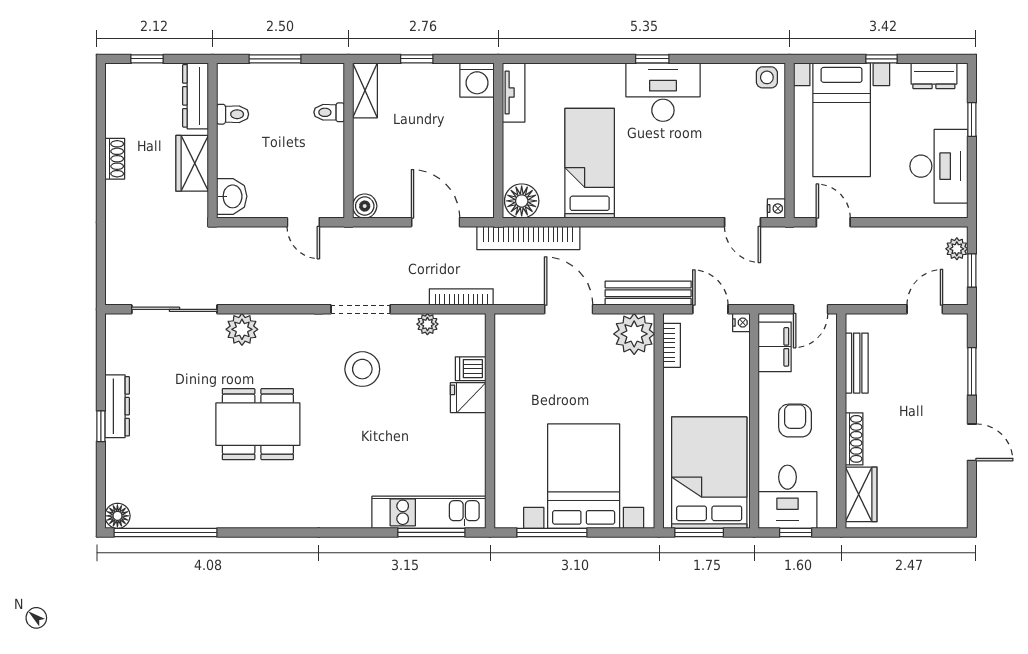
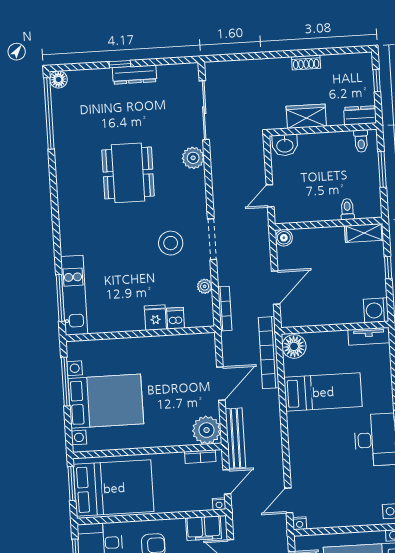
dresser: (195, 96) -> (360, 115), width x0.70
toilet: (233, 114) -> (361, 141), moved

